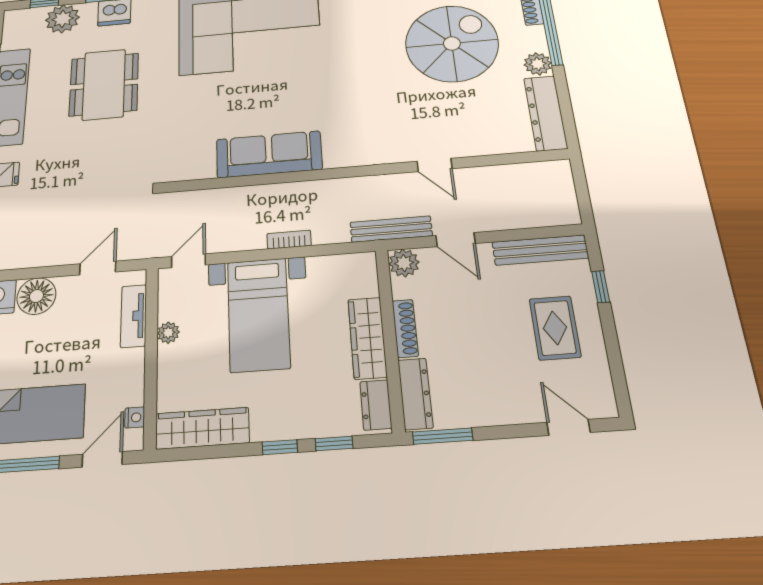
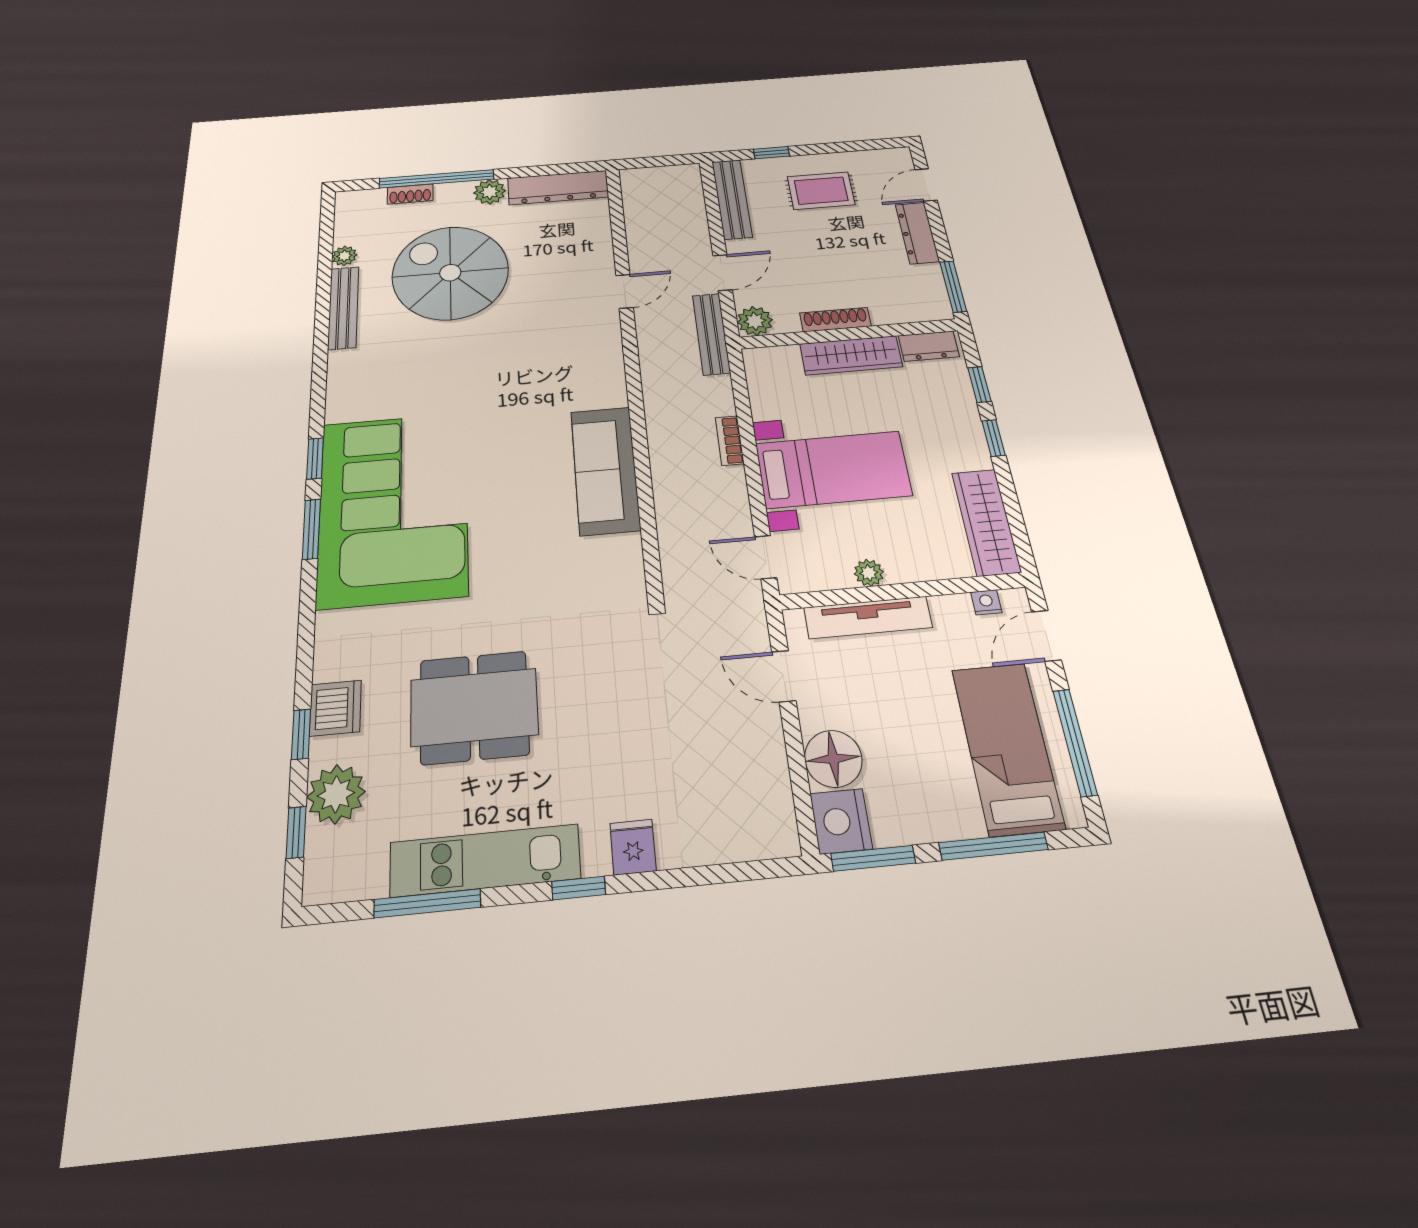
tv unit: (134, 316) -> (868, 618), width x1.41
dresser: (415, 394) -> (917, 233), moved, turned -90
door: (102, 459) -> (1046, 636), hinge flipped

